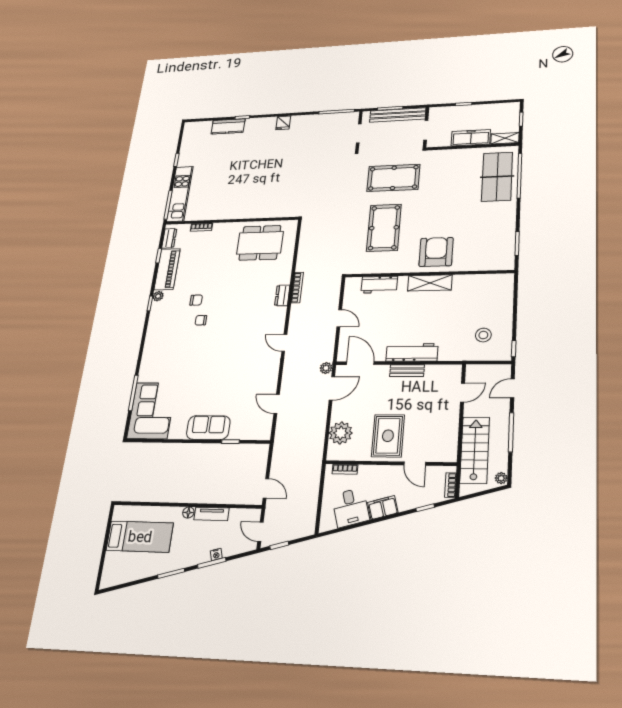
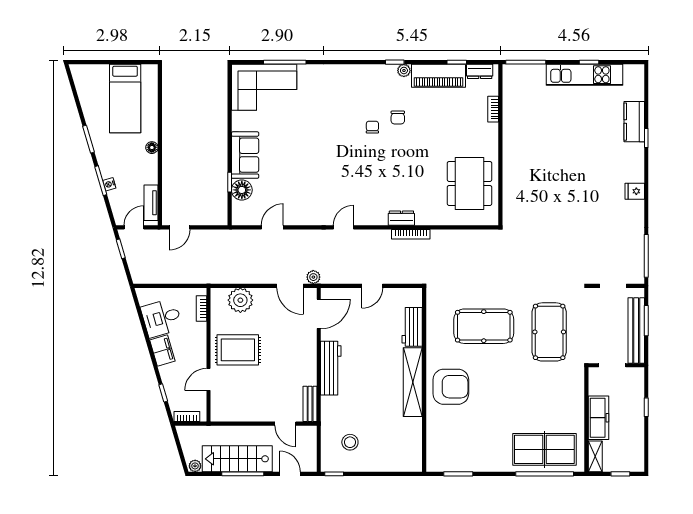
kitchen unit: (180, 194) -> (584, 75), moved
shelving: (430, 283) -> (413, 382), width x1.47
bench: (407, 371) -> (310, 404), moved
floor lamp: (239, 431) -> (242, 190), added
stairs: (475, 450) -> (237, 459), moved, turned 180
tv unit: (212, 514) -> (151, 203), moved

